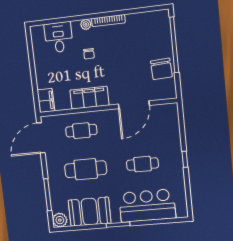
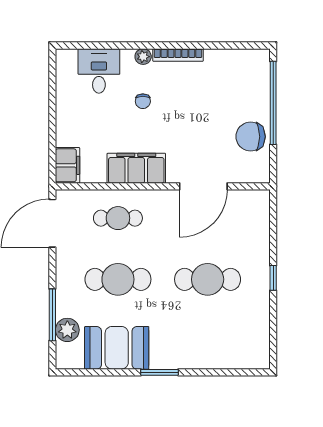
chair: (161, 69) -> (251, 137), turned 93
cafe table: (142, 164) -> (208, 279), width x1.37, depth x1.35
bar counter: (147, 206) -> (208, 346), removed
plant: (60, 220) -> (67, 330), moved

